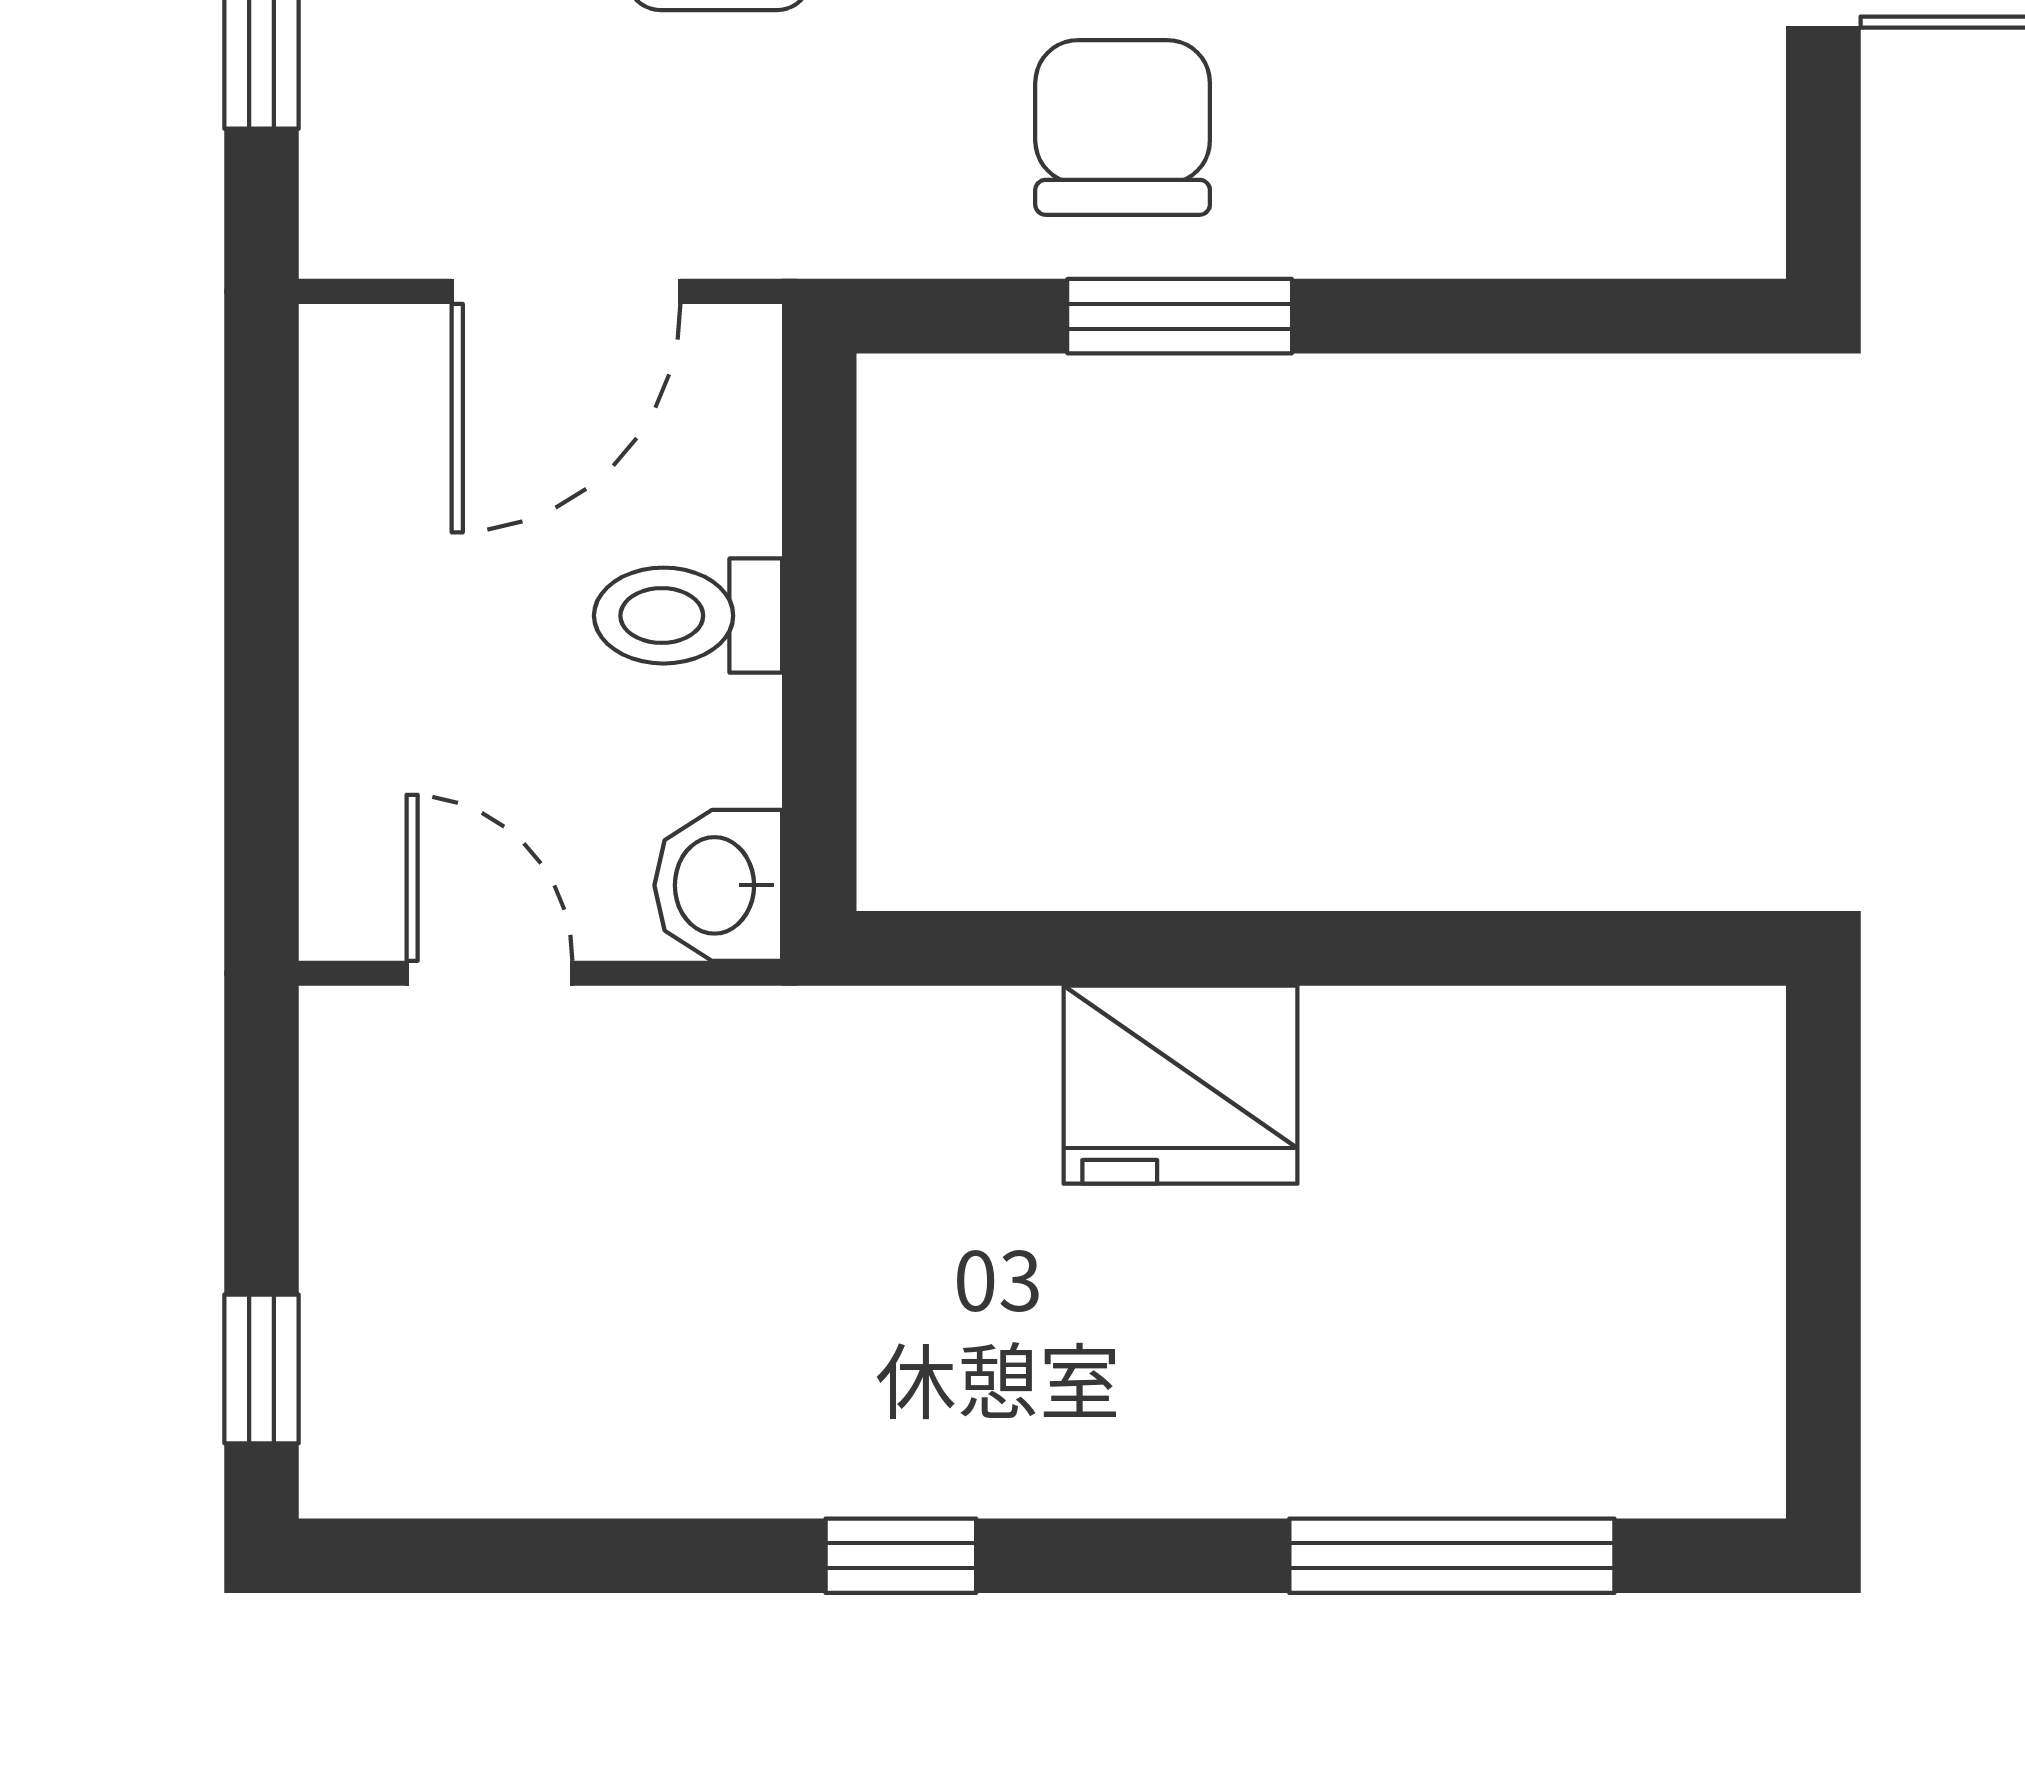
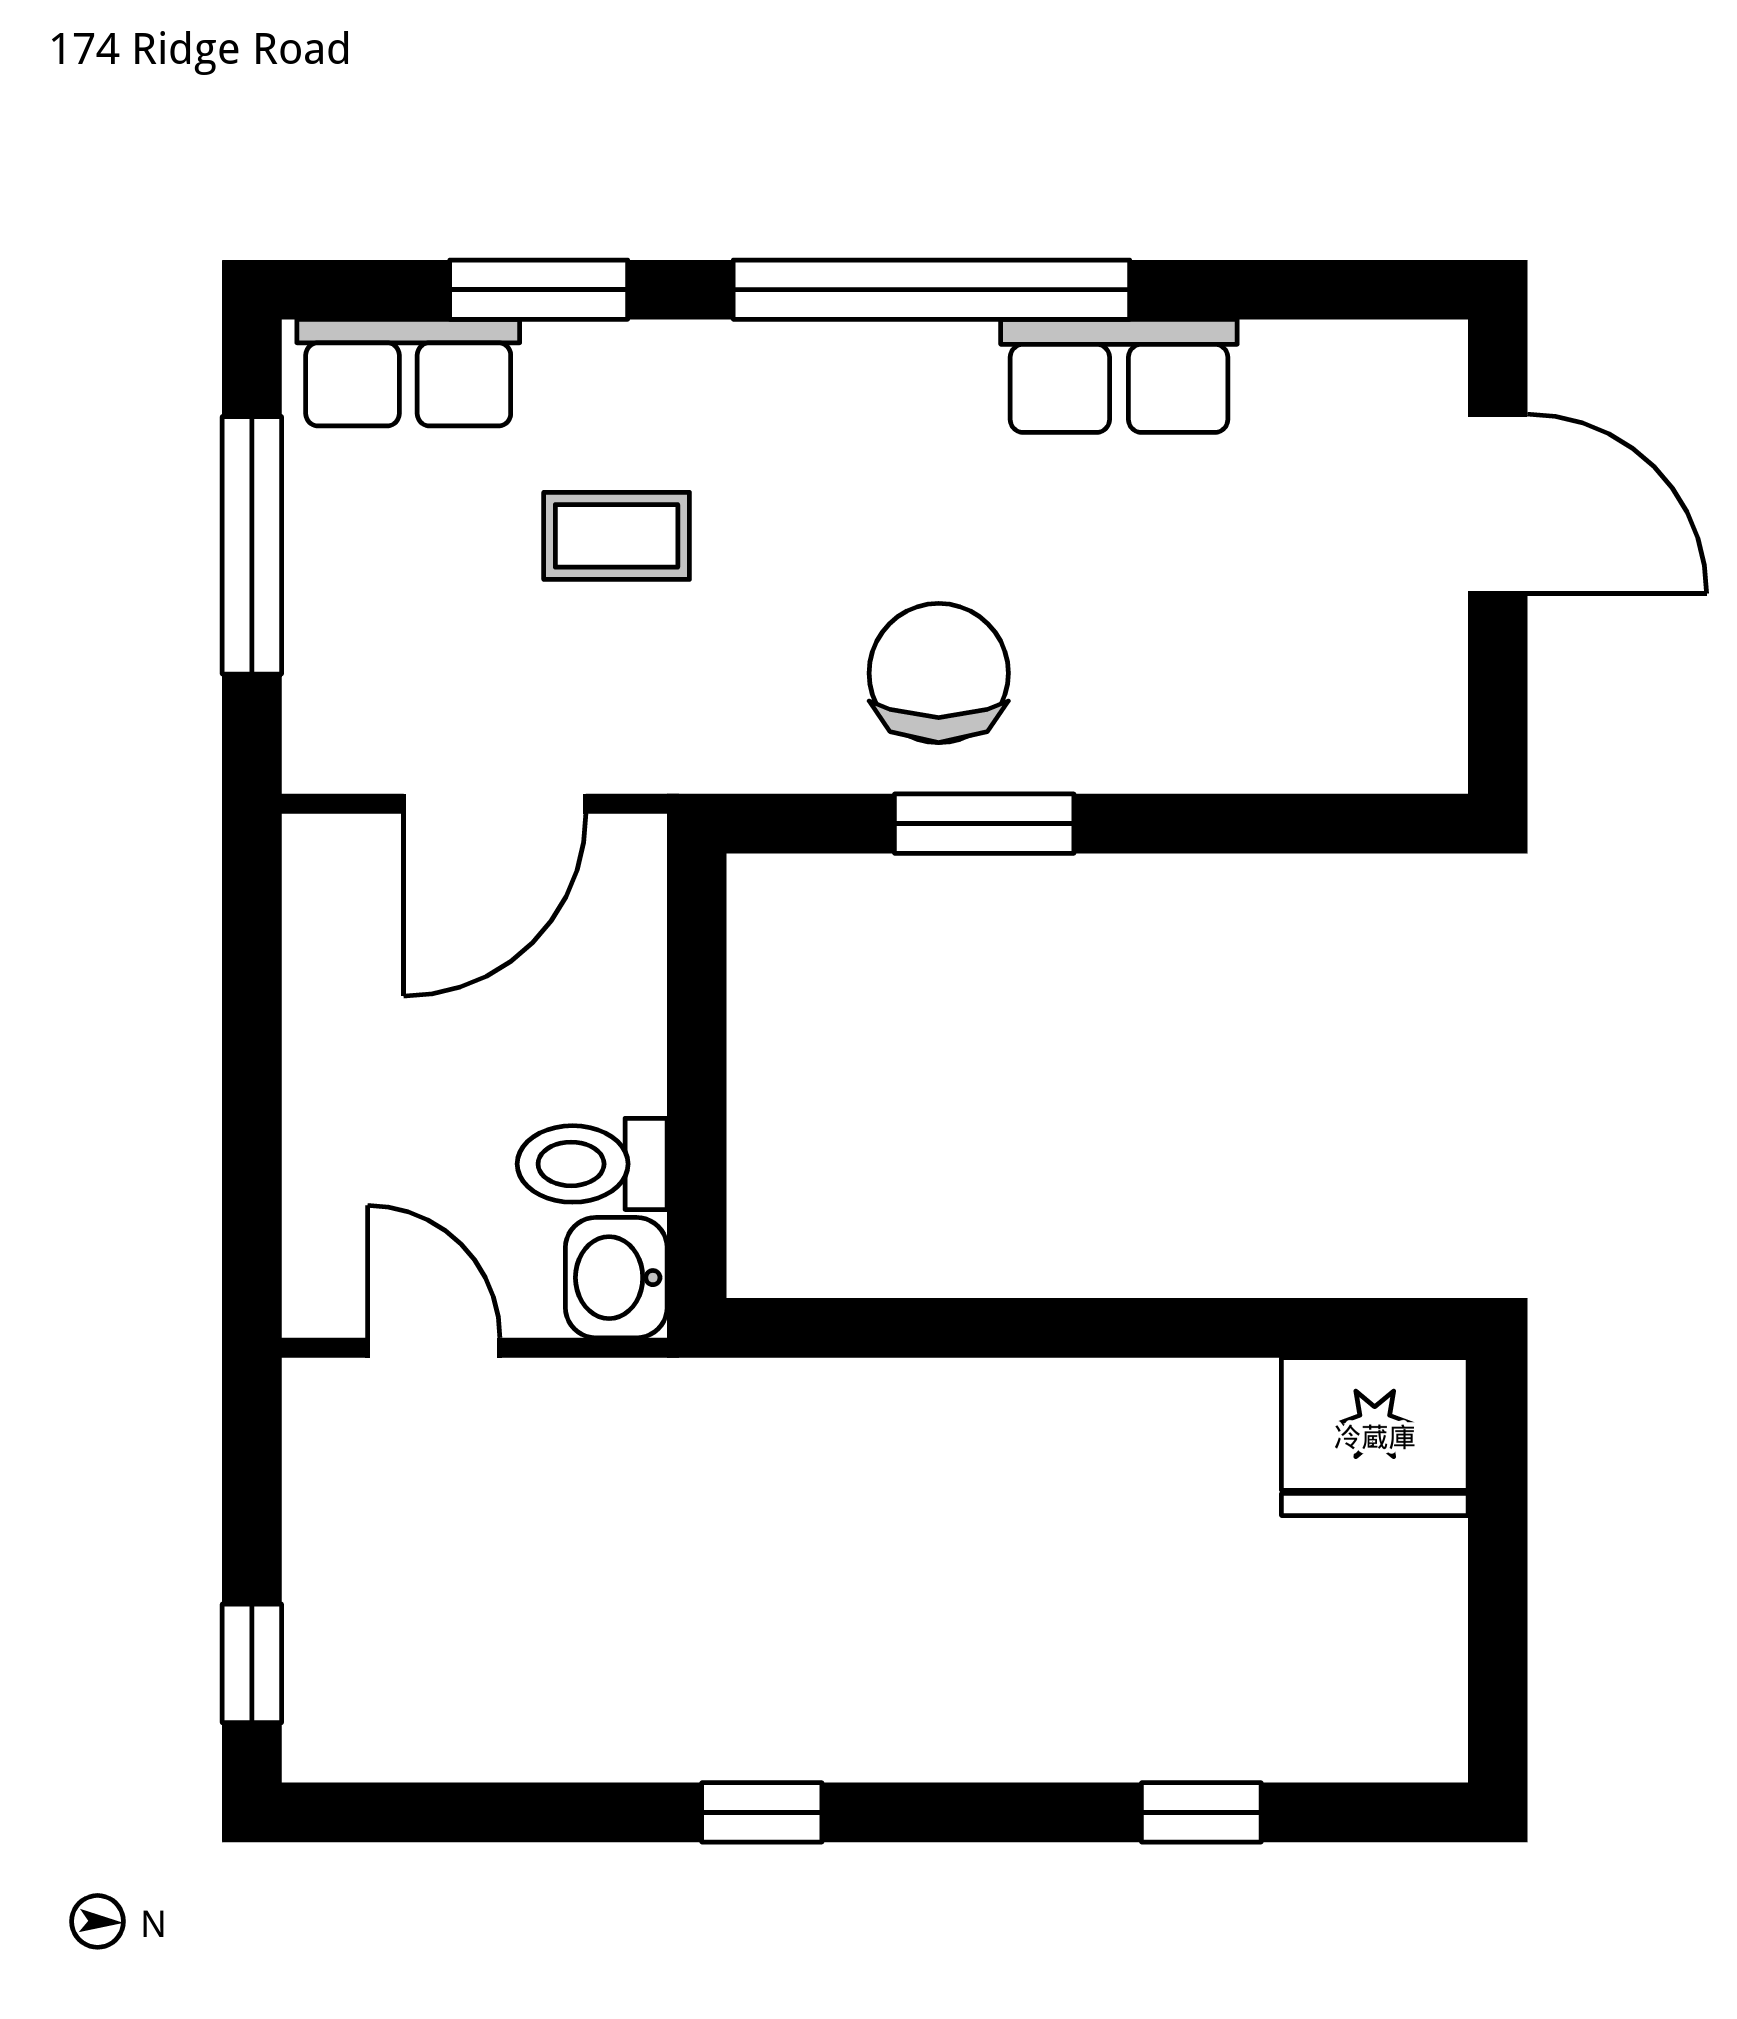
toilet: (688, 616) -> (592, 1164), moved
fridge: (1181, 1085) -> (1375, 1437), moved
window: (1452, 1556) -> (1201, 1812), width x0.46

